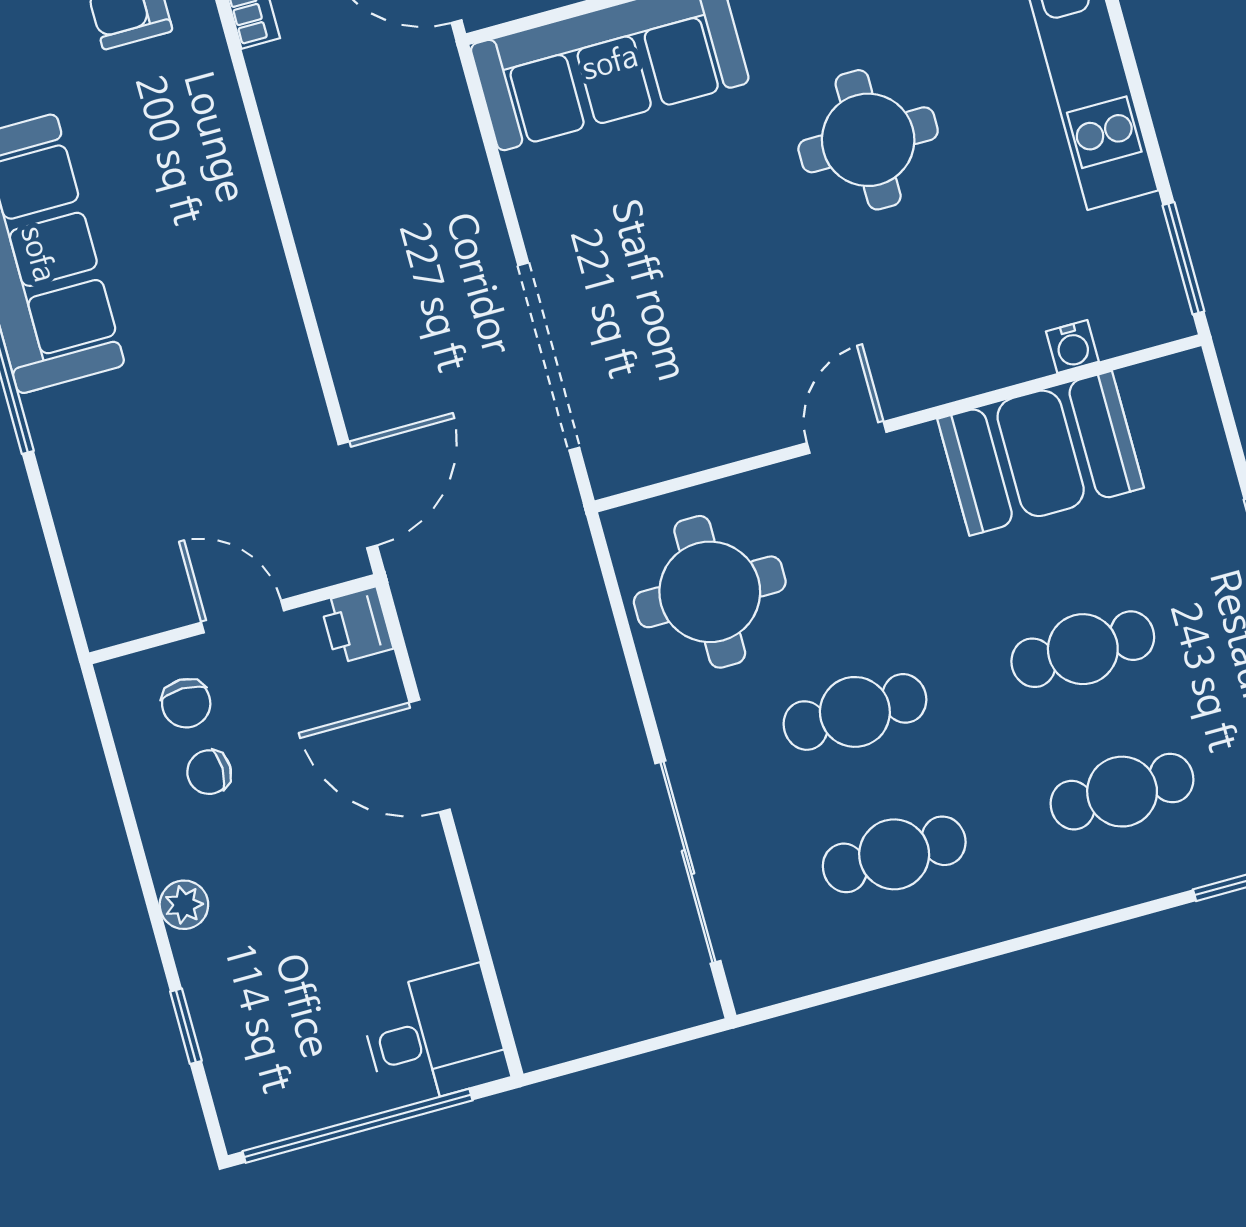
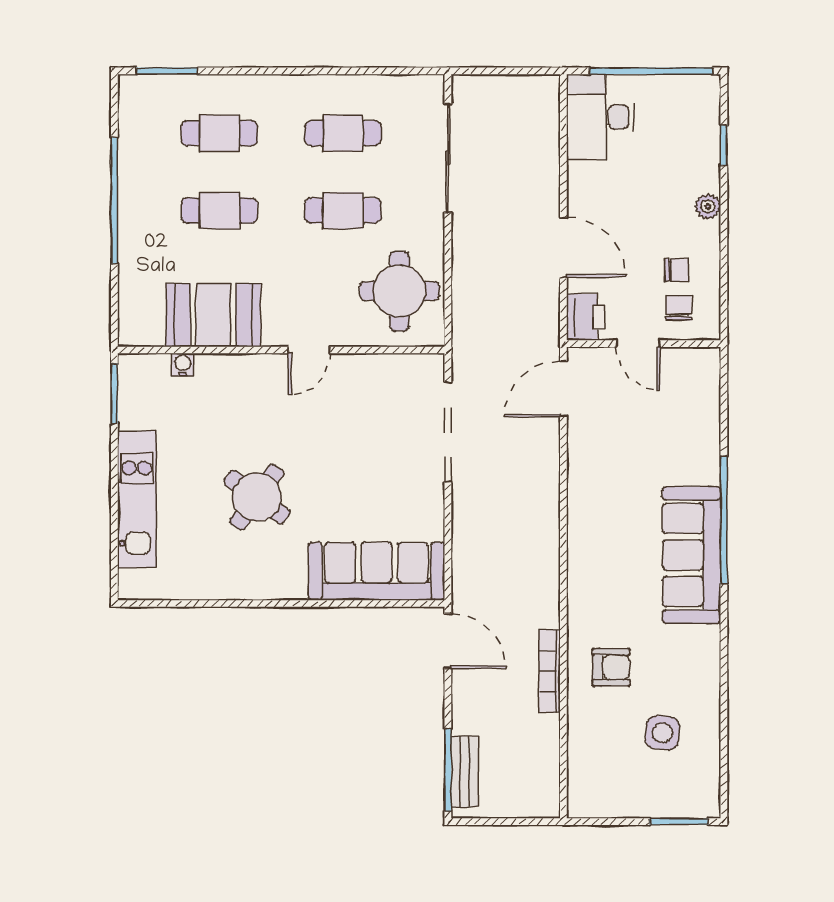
round table: (868, 140) -> (257, 497), turned 36
printer: (357, 625) -> (586, 317), width x1.36, depth x1.24
desk: (434, 1037) -> (600, 117), width x1.37

